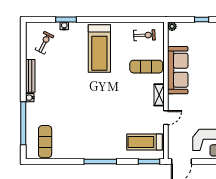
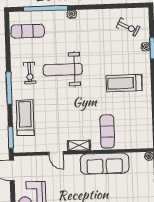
exercise bike: (144, 35) -> (30, 73), moved
treadmill: (99, 48) -> (124, 83), width x0.73, depth x0.73
bench: (30, 76) -> (94, 14), removed
weight bench: (84, 108) -> (63, 69), added
treadmill: (144, 142) -> (25, 118), moved

